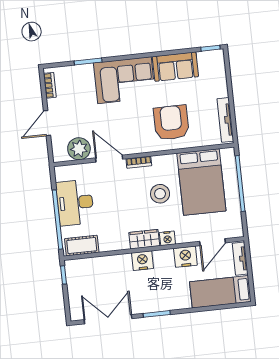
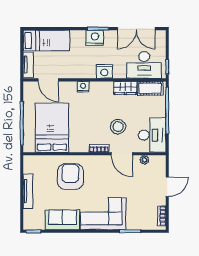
tv unit: (225, 120) -> (28, 191), moved
armchair: (171, 123) -> (70, 177), turned 180
plant: (79, 149) -> (144, 160), width x0.53, depth x0.53
stool: (160, 194) -> (118, 127), moved
desk: (75, 203) -> (152, 135), moved
wardrobe: (144, 239) -> (125, 88), moved
door: (212, 242) -> (48, 80), swing flipped
nightstand: (185, 257) -> (95, 38), moved, turned 180
desk: (93, 274) -> (144, 65), added

